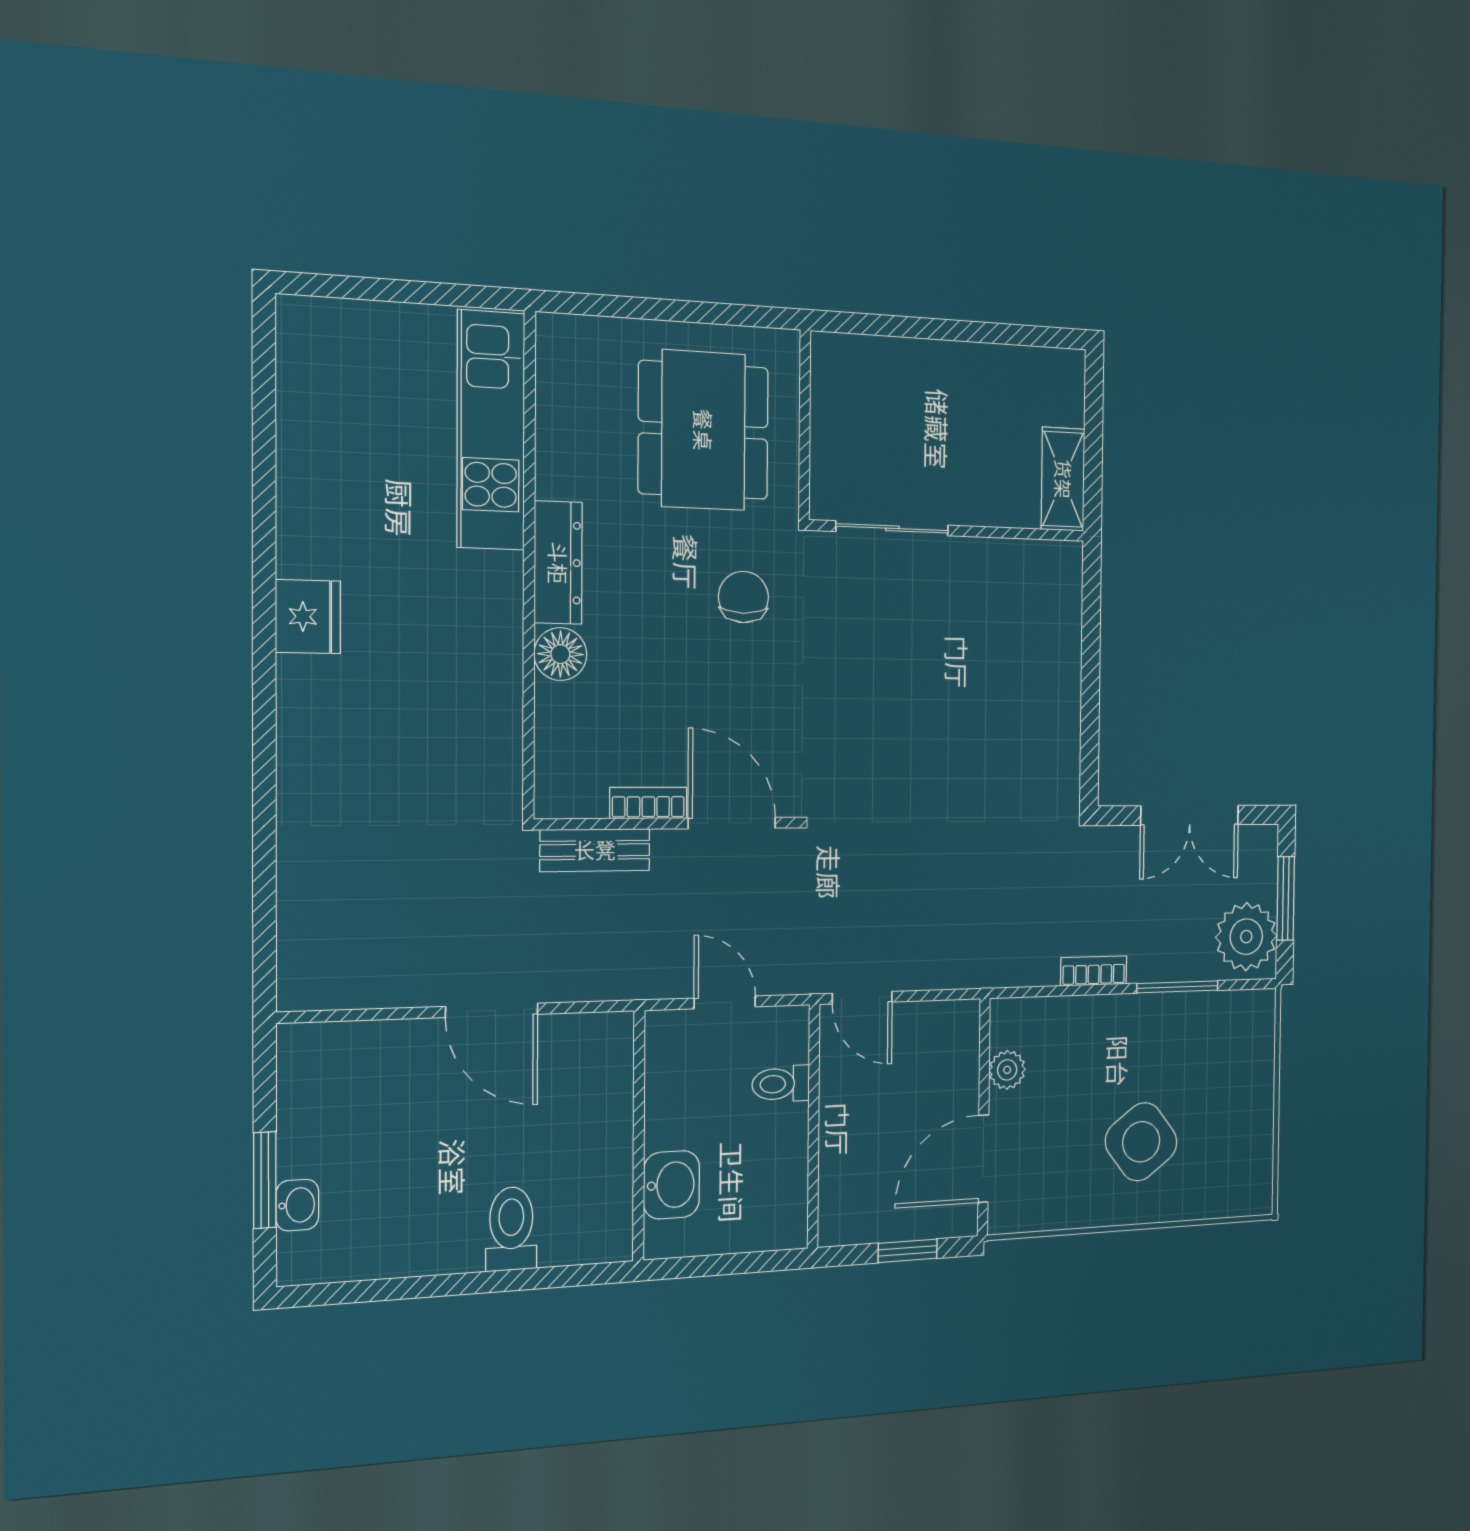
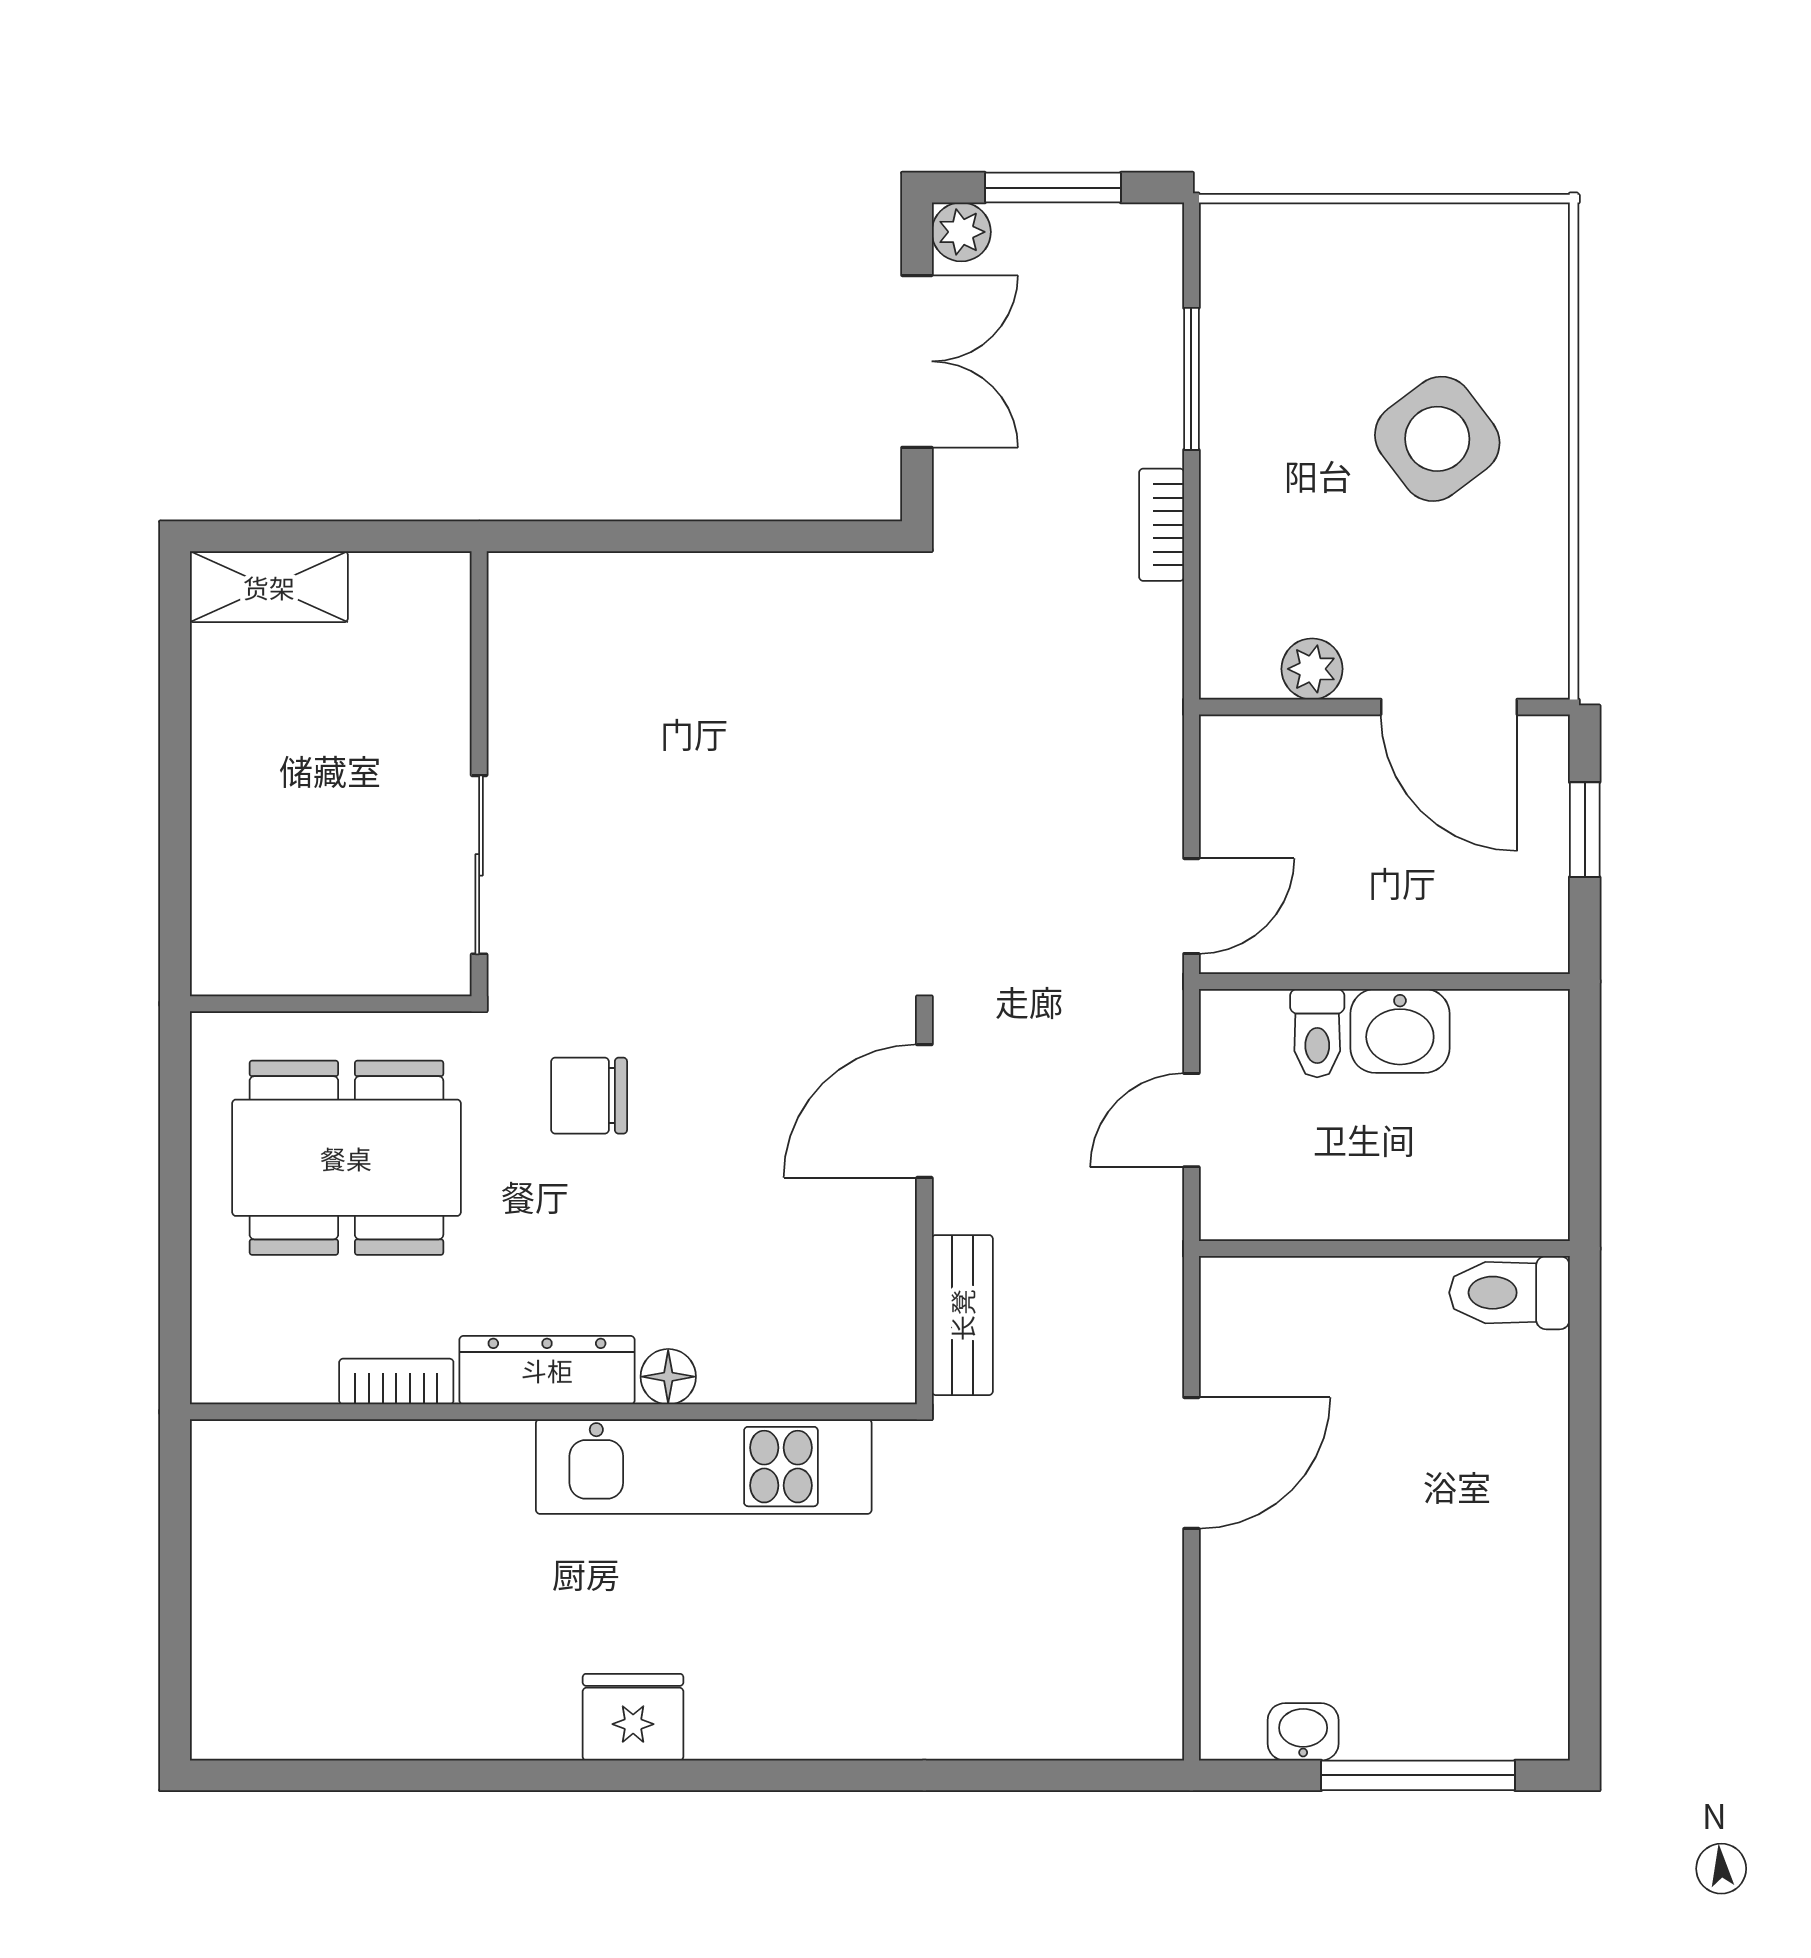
kitchen unit: (491, 430) -> (704, 1467), moved
shelving: (1063, 479) -> (269, 587), moved
floor lamp: (560, 654) -> (668, 1377), width x0.73, depth x0.73
bookcase: (648, 803) -> (396, 1382), moved, turned 90
plant: (1246, 937) -> (961, 232), moved, width x0.53, depth x0.53
window: (265, 1180) -> (1418, 1775), width x1.44
washbasin: (672, 1185) -> (1400, 1031), moved, turned 180
washbasin: (297, 1205) -> (1303, 1732), moved
toilet: (511, 1229) -> (1510, 1293), moved

